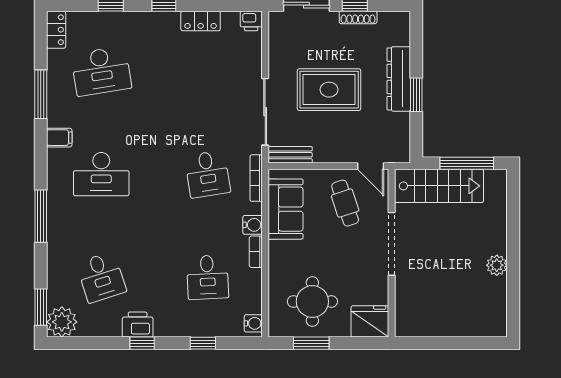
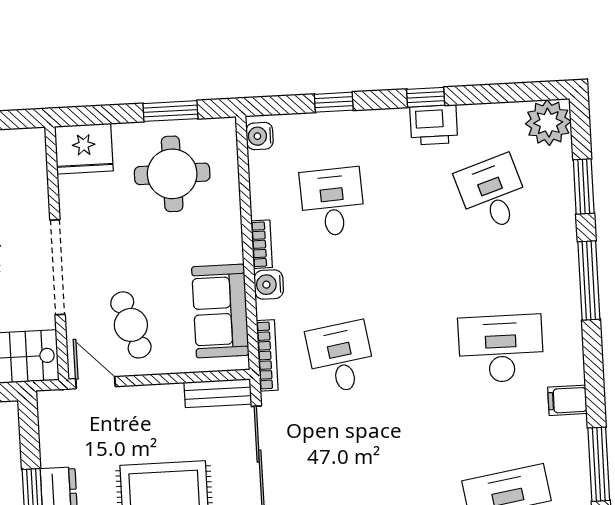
window: (41, 307) -> (584, 186), moved

